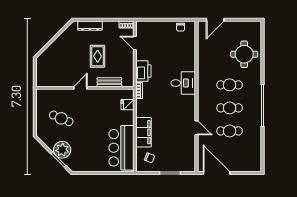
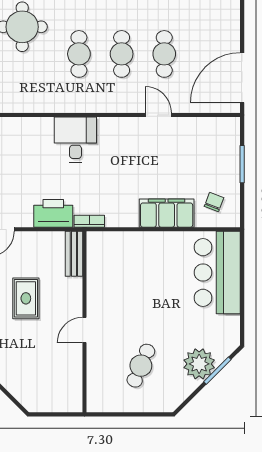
rug: (98, 56) -> (26, 298), turned 90
bench: (109, 82) -> (74, 254), moved
door: (80, 88) -> (85, 330), hinge flipped
fridge: (128, 105) -> (115, 243), removed
door: (197, 128) -> (158, 115), hinge flipped
bar counter: (121, 148) -> (217, 273), moved, turned 90

